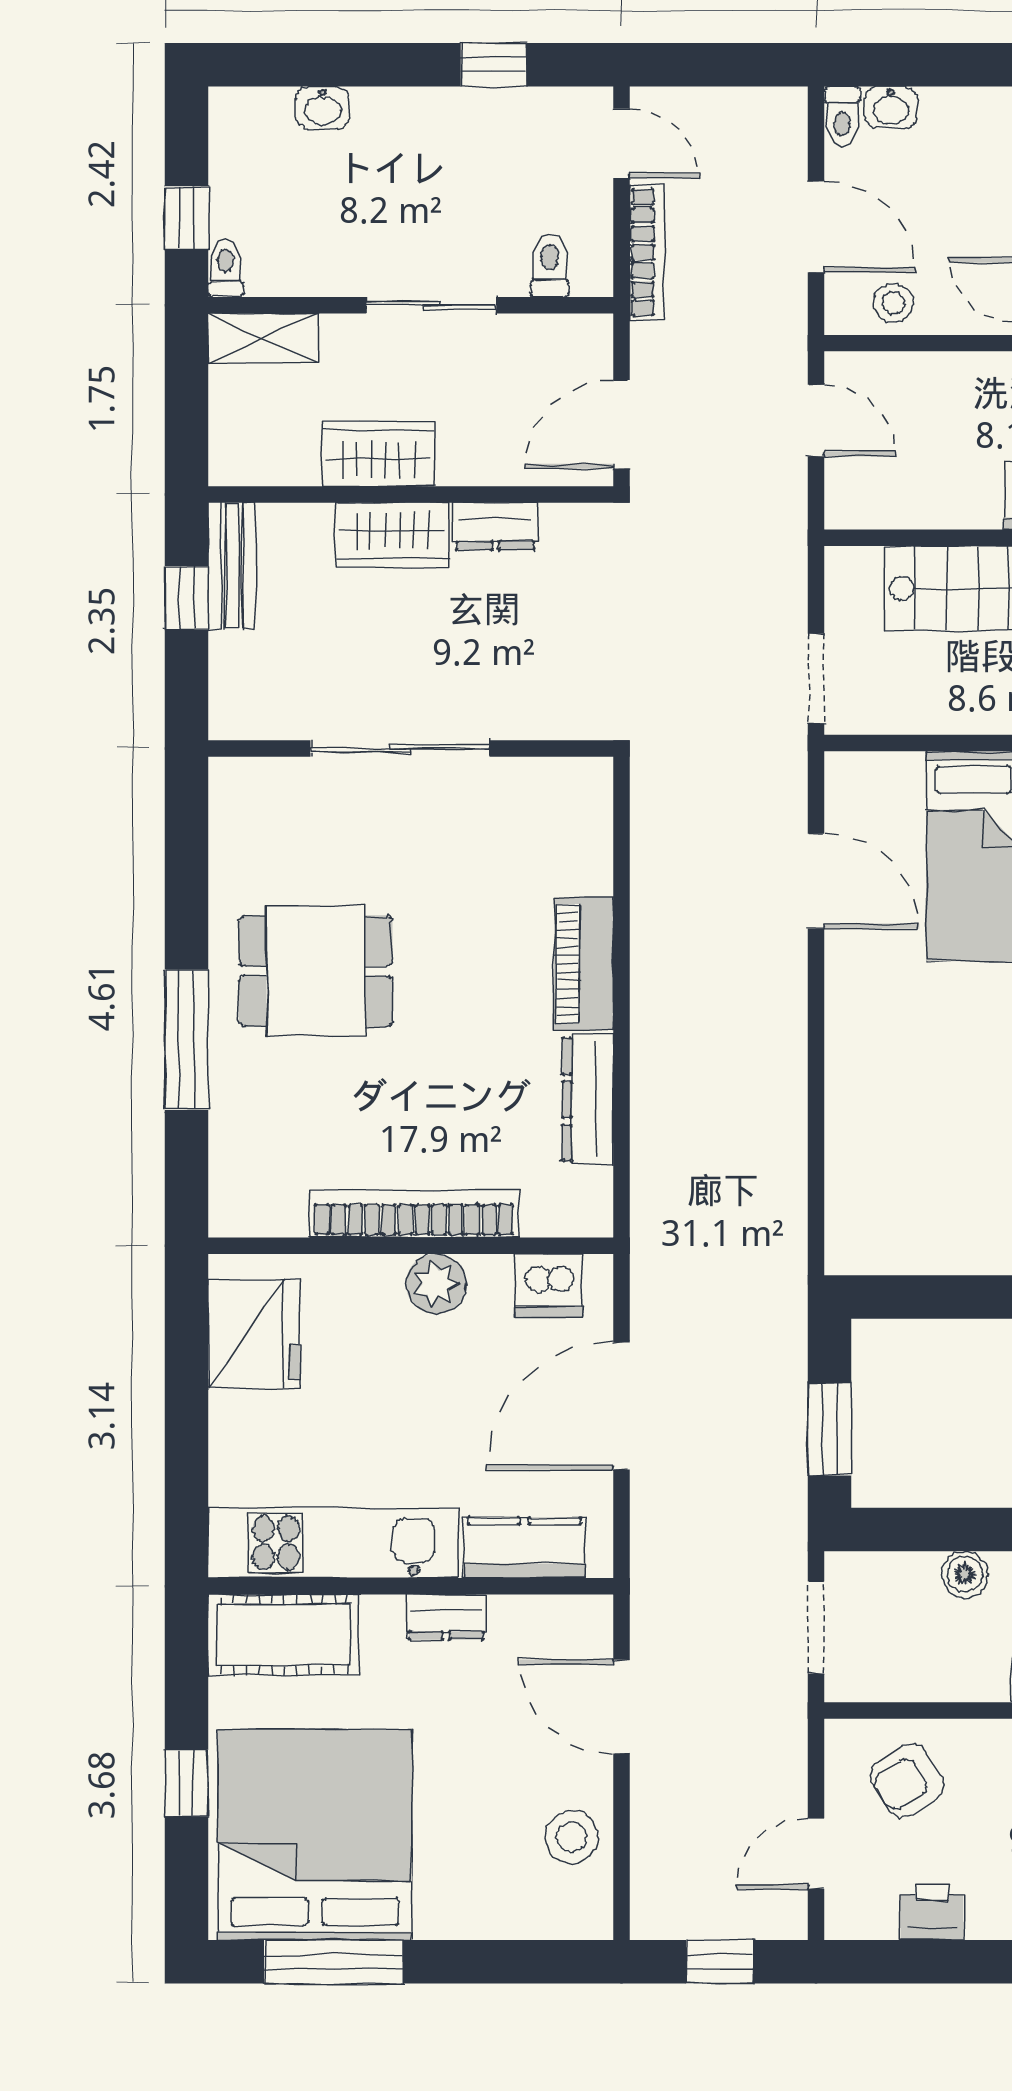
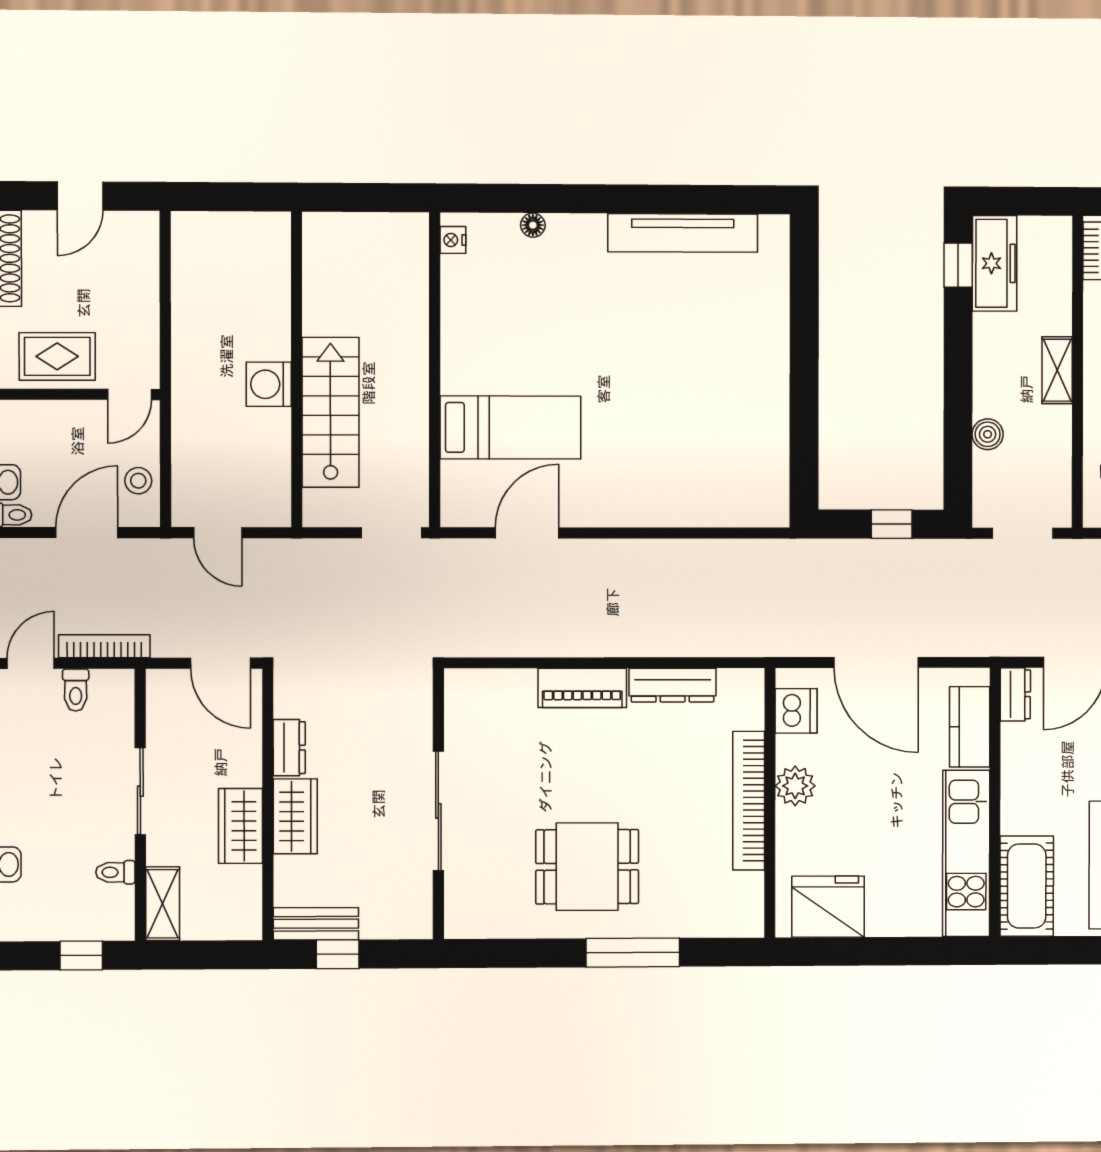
toilet: (550, 266) -> (76, 690), moved, turned -90
toilet: (226, 268) -> (115, 872), moved
door: (816, 420) -> (218, 533), swing flipped
dining table: (316, 971) -> (587, 867), turned 90
window: (830, 1429) -> (892, 524), width x0.67
dresser: (446, 1617) -> (1015, 694), moved

